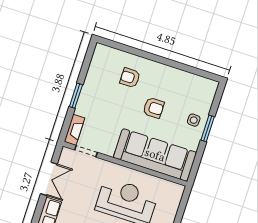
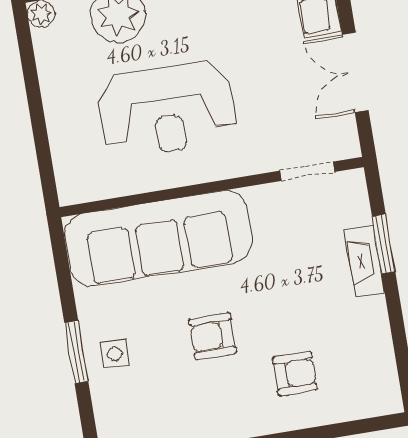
window: (76, 96) -> (384, 244), moved
fireplace: (74, 130) -> (365, 261), moved

